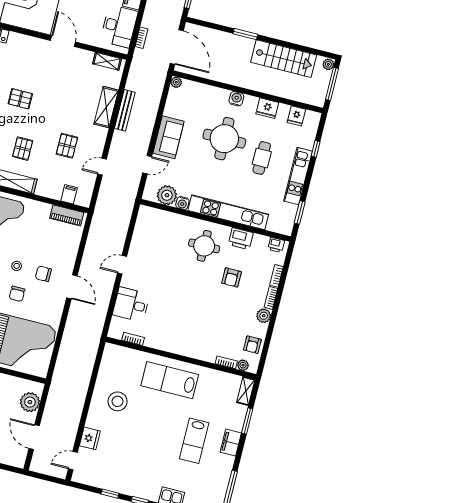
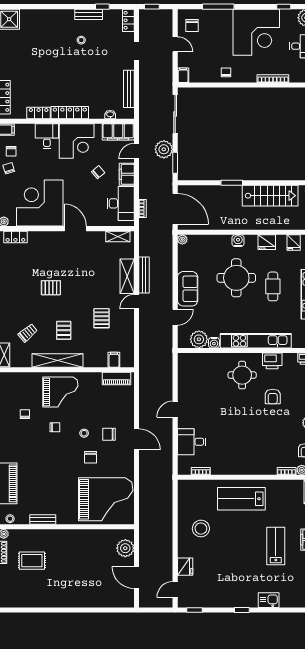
door: (102, 167) -> (136, 302), moved
lab bench: (194, 441) -> (276, 546), turned 180
window: (110, 494) -> (195, 610), moved

